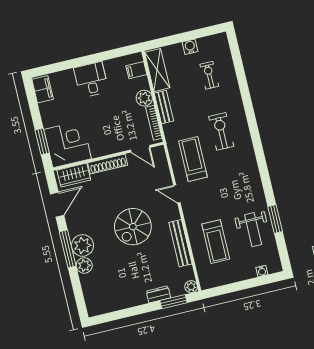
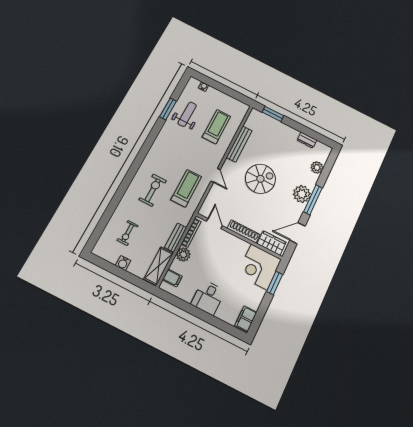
exercise bike: (221, 131) -> (153, 190), turned 180
treadmill: (193, 159) -> (186, 188), turned 180
plant: (84, 265) -> (317, 167), moved
plant: (191, 287) -> (255, 113), removed
dresser: (158, 294) -> (307, 140), moved

